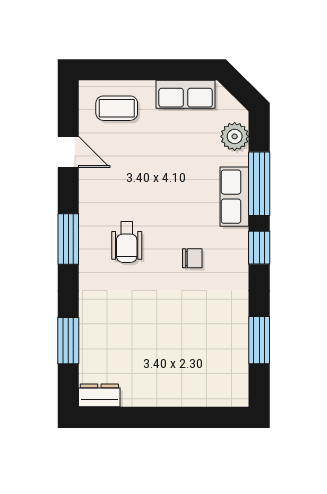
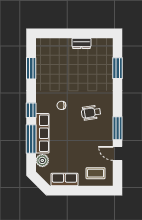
row of seats: (234, 197) -> (42, 133), width x1.48
window: (68, 239) -> (117, 128), moved
wheelchair: (127, 242) -> (91, 113), turned -99
dresser: (99, 395) -> (81, 43), moved

